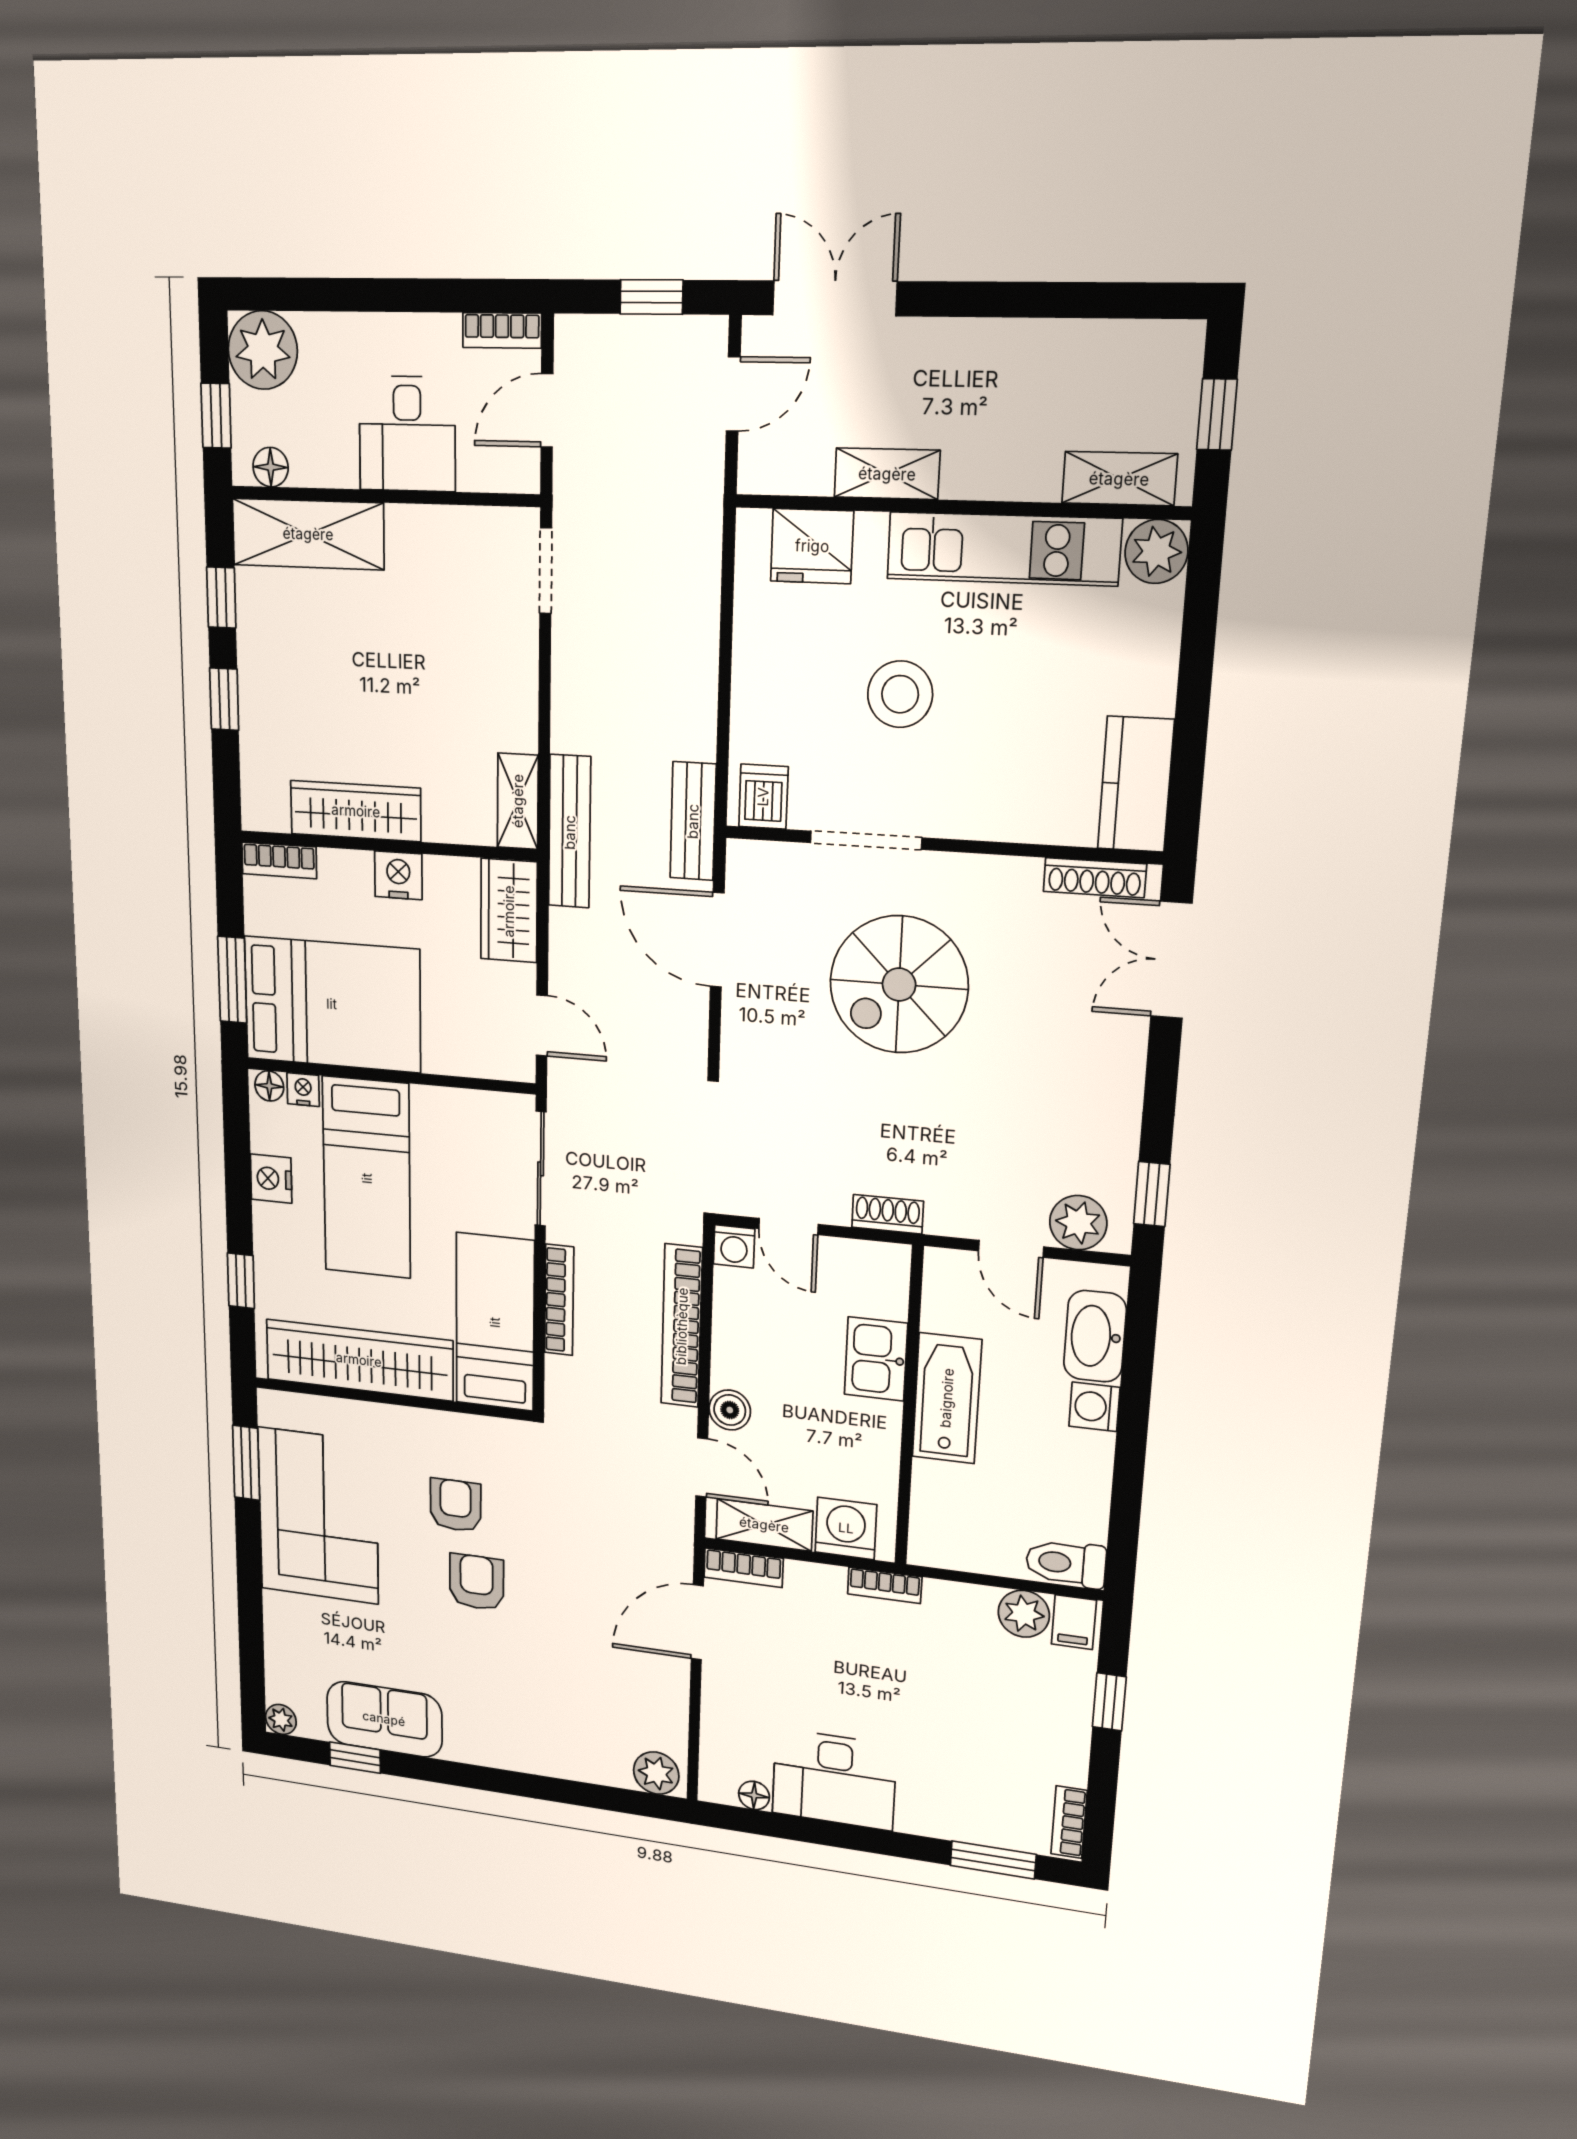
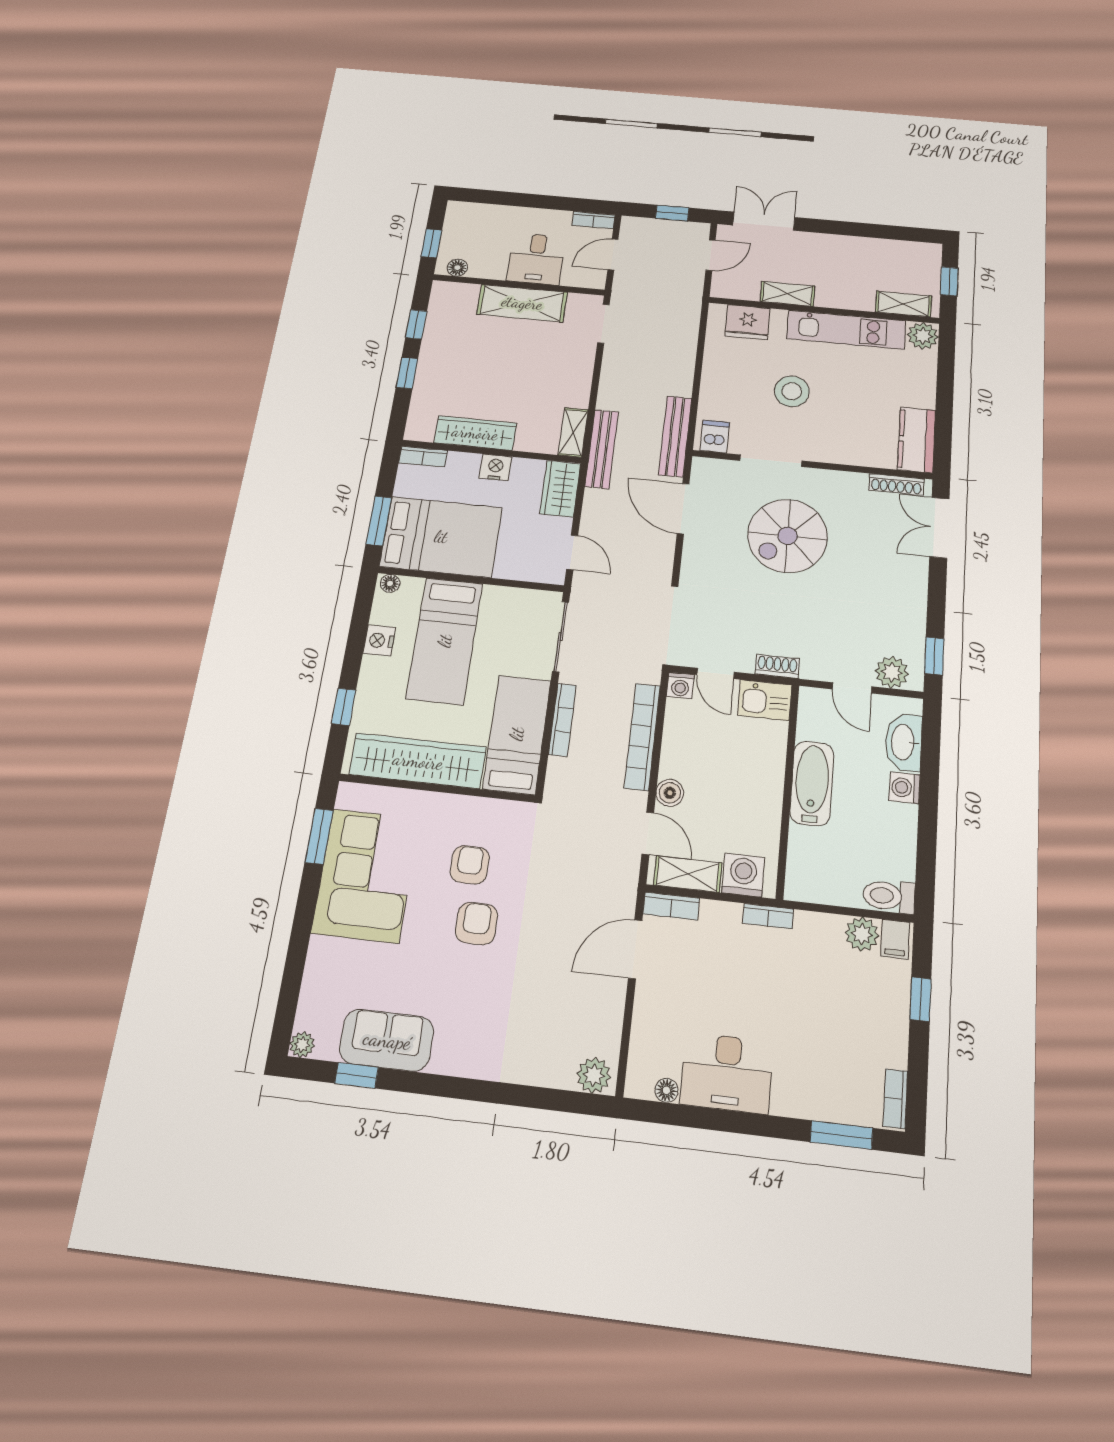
plant: (263, 350) -> (464, 218), removed
shelving: (308, 534) -> (522, 303), moved
bench: (693, 821) -> (675, 436), width x1.36
nightstand: (303, 1090) -> (412, 586), removed
kitchen sink: (876, 1359) -> (765, 700), moved, turned -90

